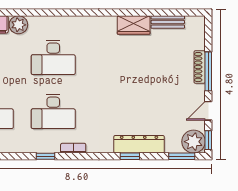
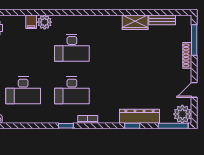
window: (208, 71) -> (194, 40), moved
window: (208, 140) -> (194, 113), removed
window: (182, 156) -> (173, 126), width x1.44

